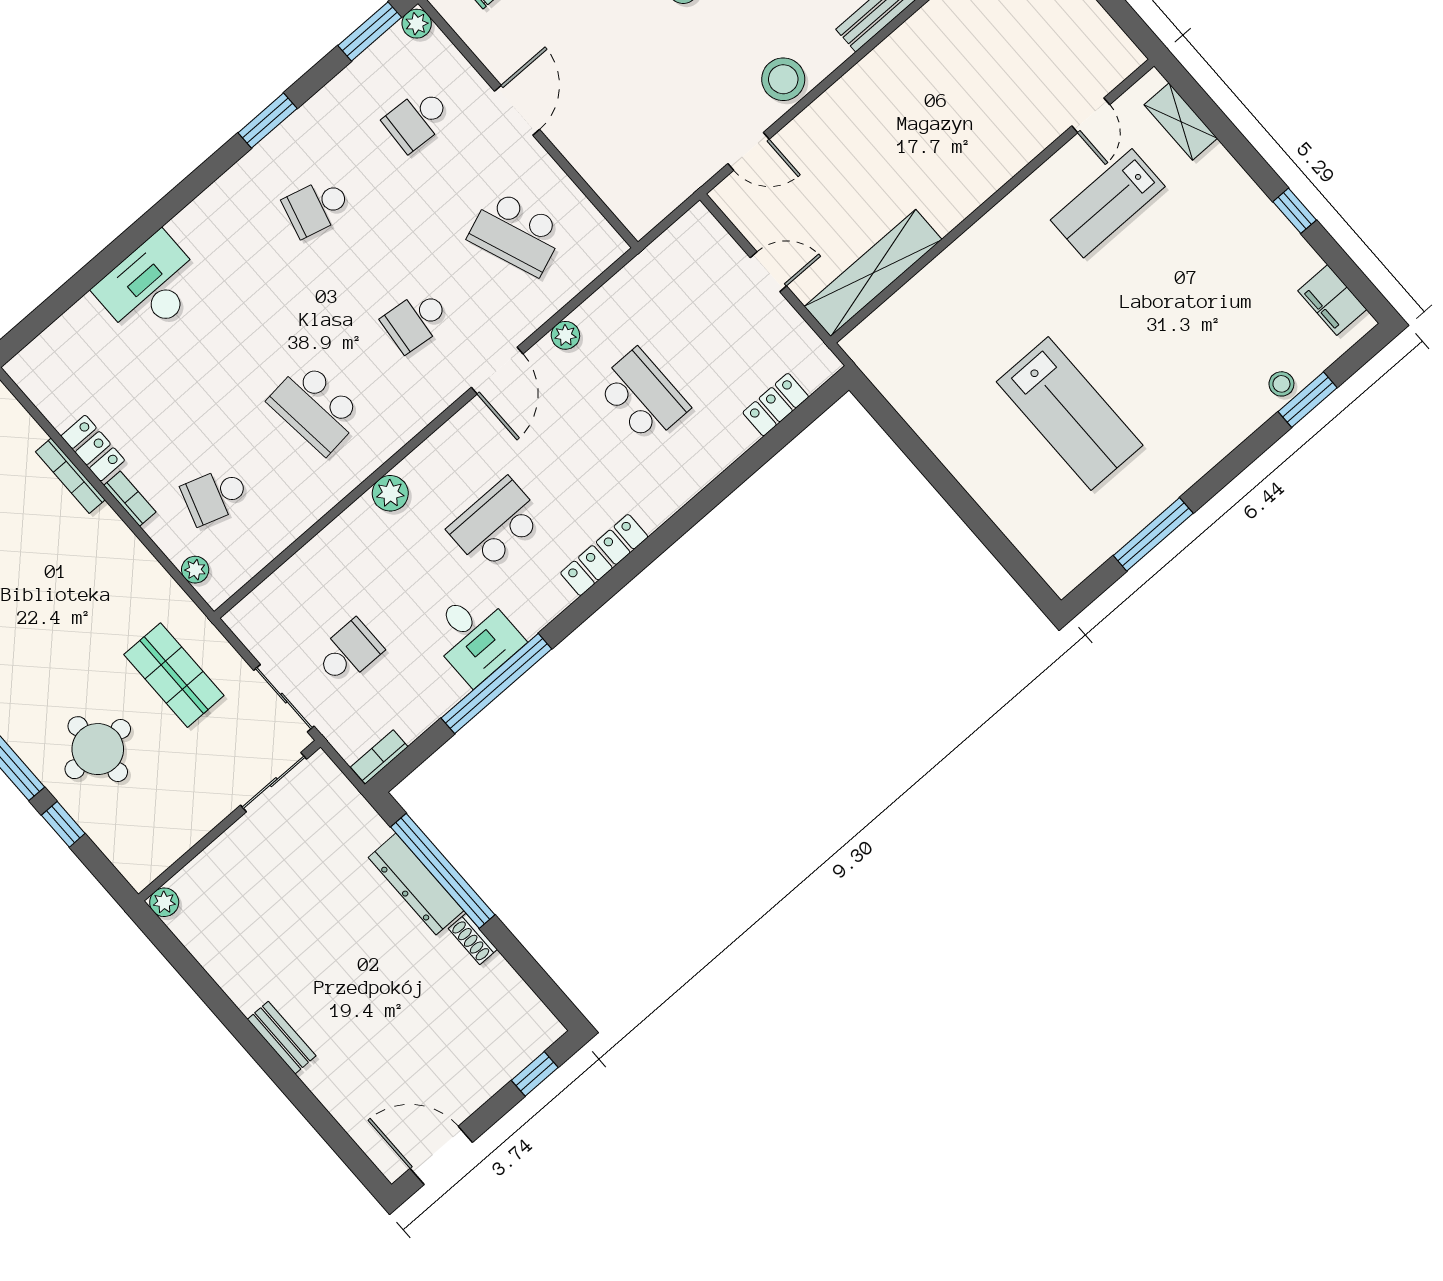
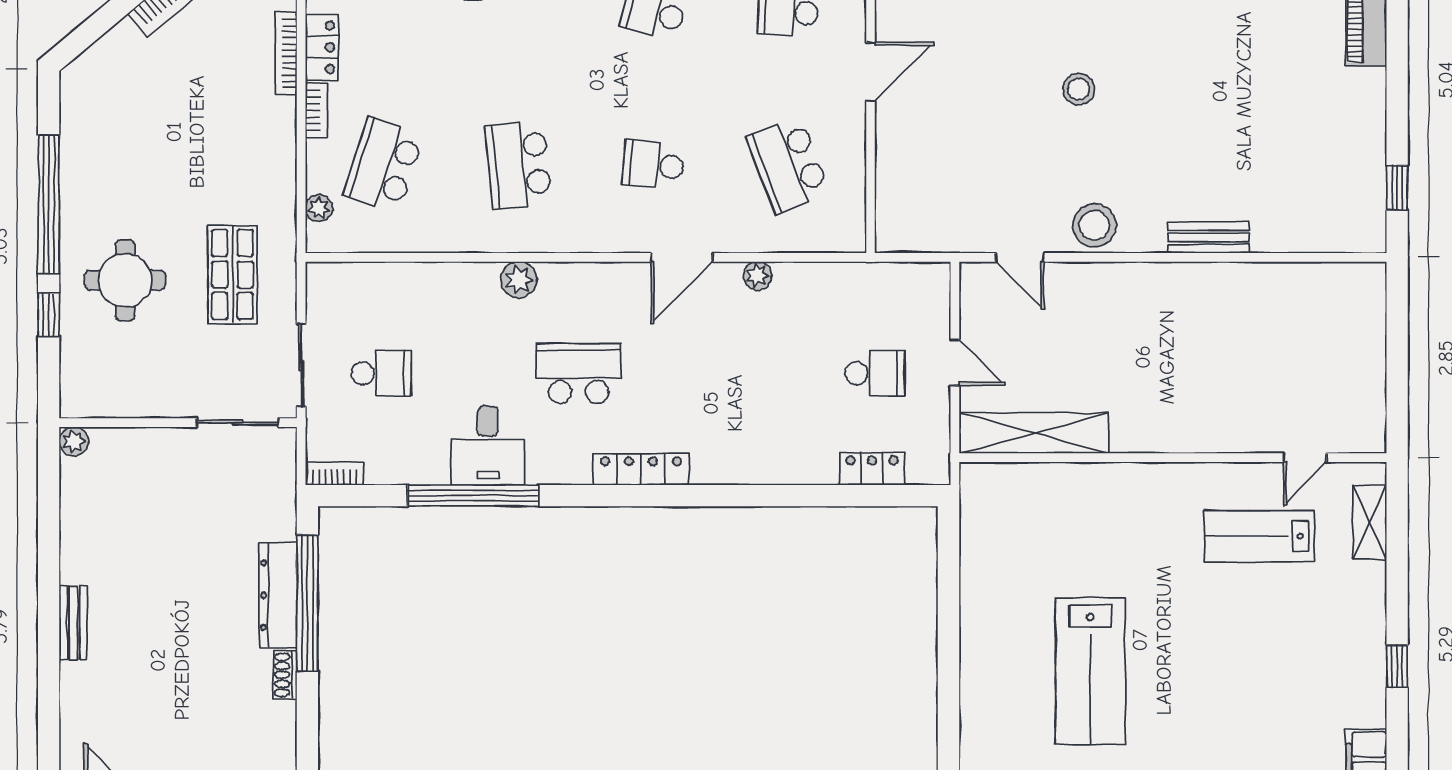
school desk: (642, 396) -> (875, 373), moved, width x0.54
school desk: (215, 496) -> (383, 165), width x1.85

